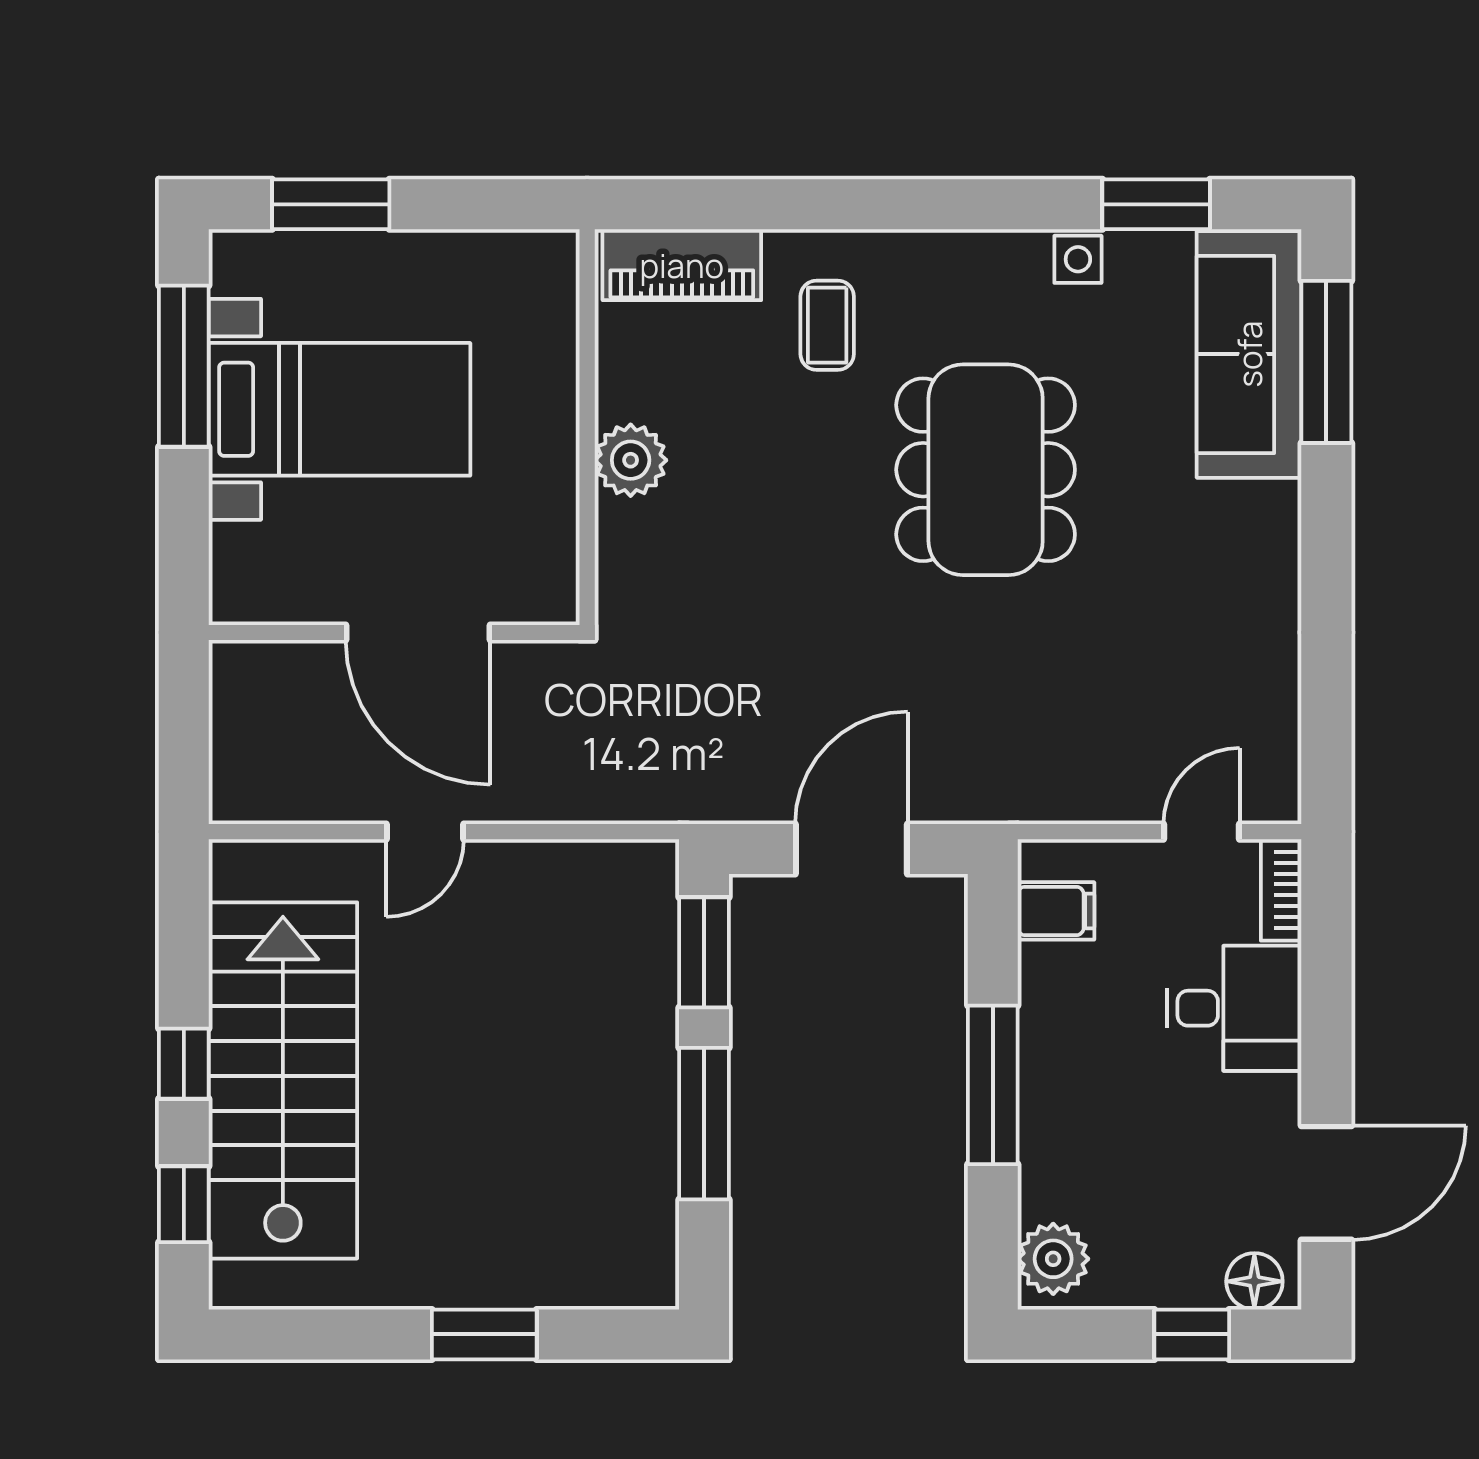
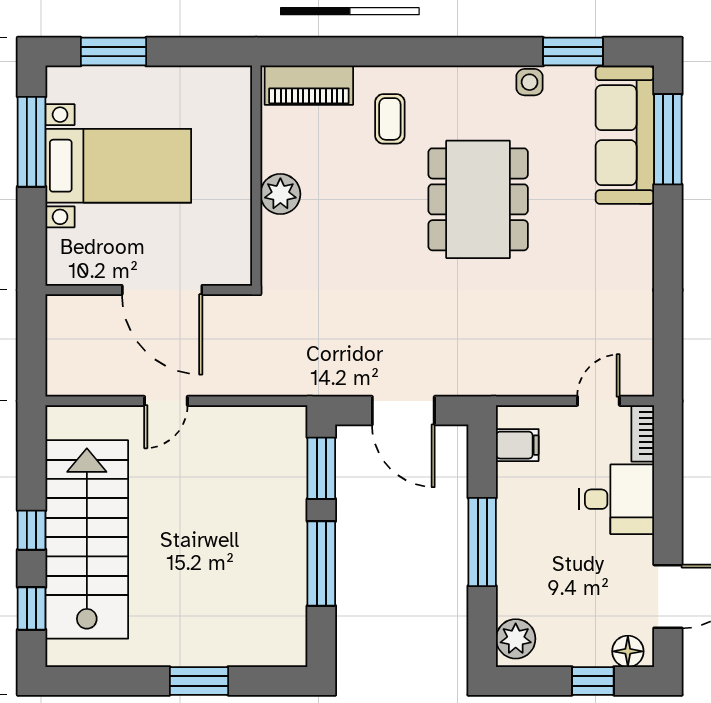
door: (851, 849) -> (403, 411), swing flipped

